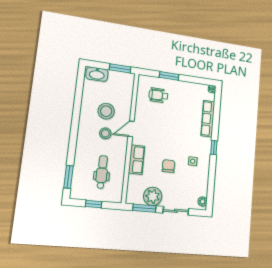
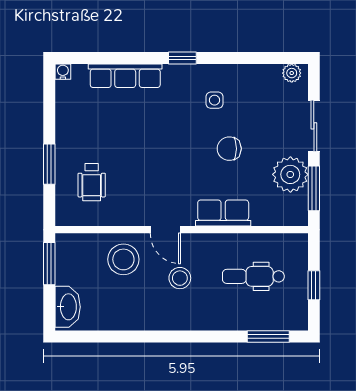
stool: (106, 111) -> (123, 259), moved

